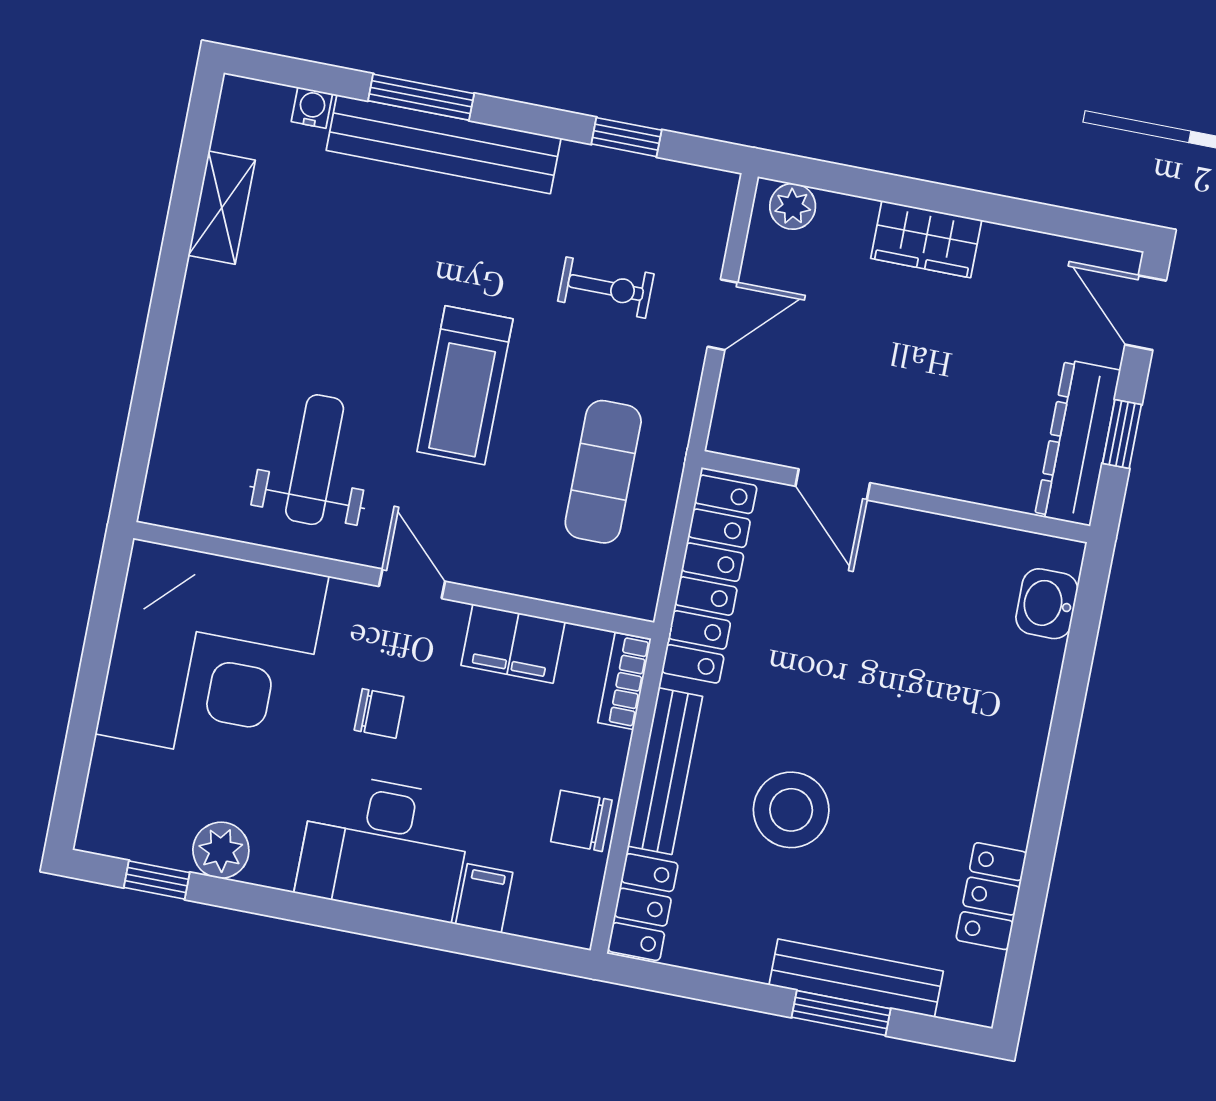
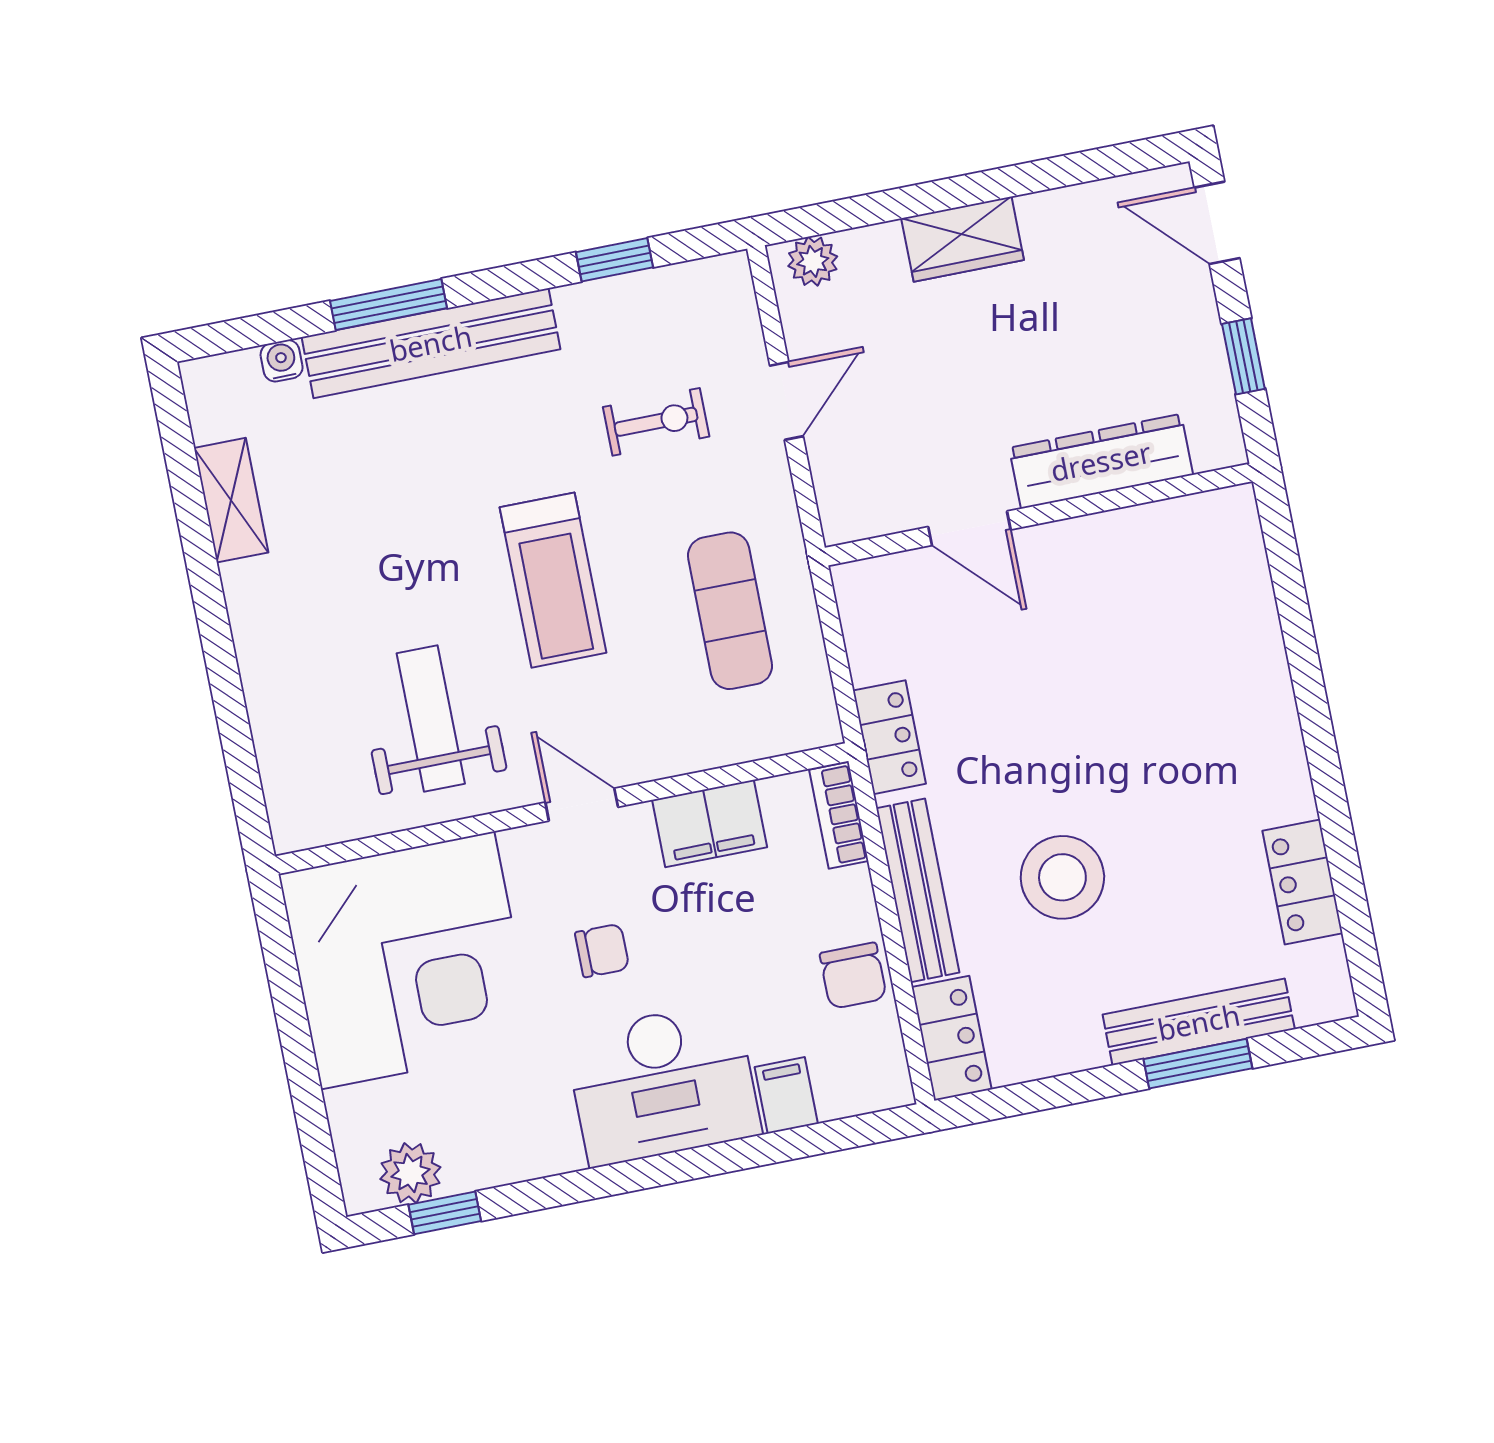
dresser: (1078, 443) -> (1101, 461), moved, turned 90
locker: (709, 579) -> (889, 737), width x0.46, depth x0.83
washbasin: (1047, 604) -> (1237, 561), removed
chair: (581, 821) -> (853, 976), turned -90
plant: (221, 850) -> (410, 1173), moved

